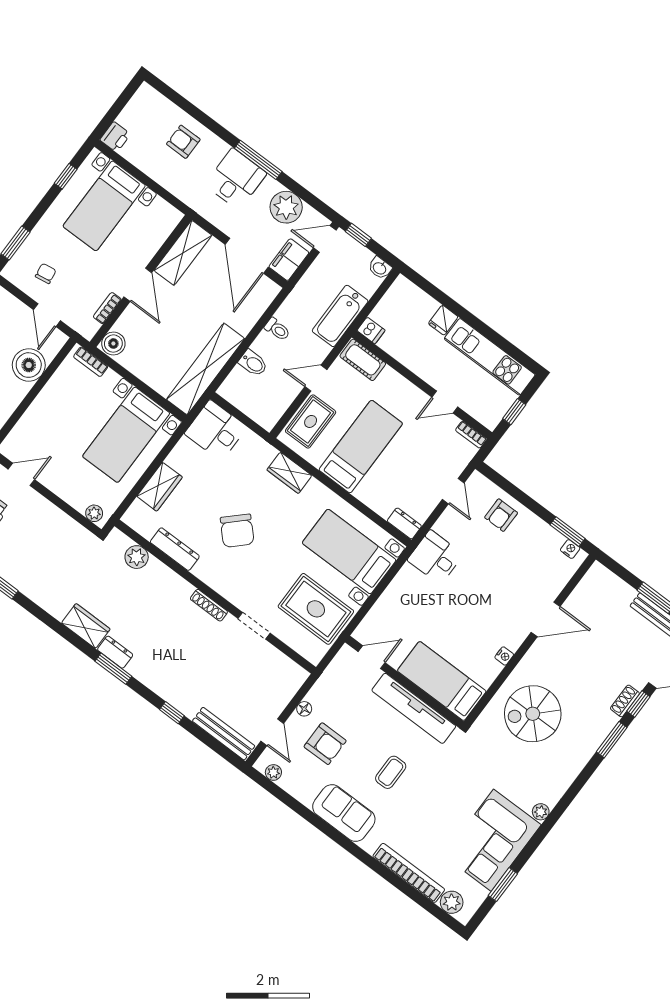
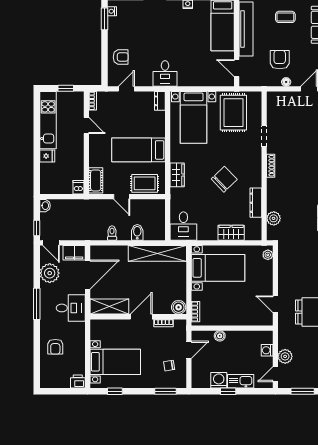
desk: (236, 179) -> (71, 308), moved, turned 180
bathtub: (340, 316) -> (83, 207), removed
boiler: (29, 365) -> (220, 336), width x0.54, depth x0.54
armchair: (325, 744) -> (280, 60), moved

